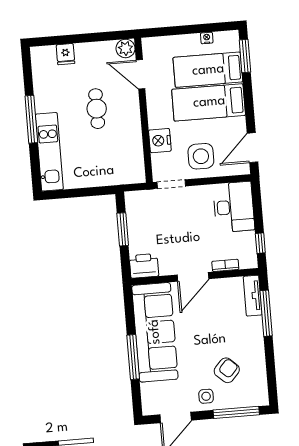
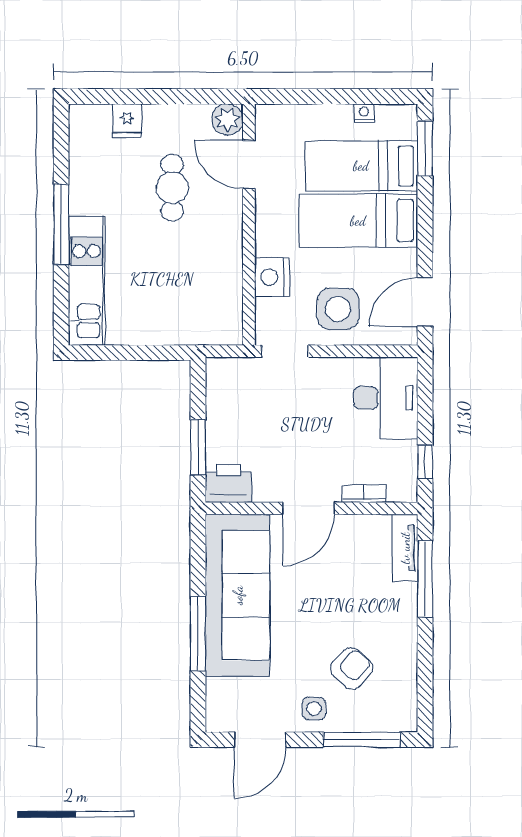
cafe table: (97, 109) -> (172, 188), moved
window: (123, 229) -> (198, 447), moved

